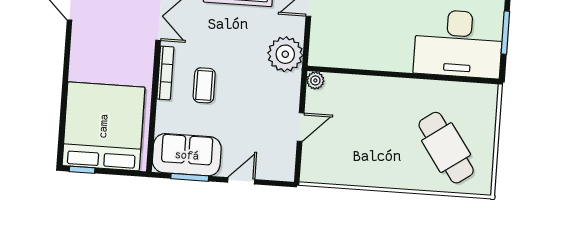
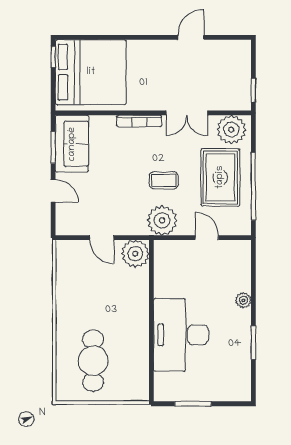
desk: (458, 44) -> (181, 335), moved
plant: (315, 80) -> (135, 254), width x1.88, depth x1.88
coffee table: (204, 85) -> (164, 180), moved
cafe table: (446, 148) -> (93, 361), turned -55

